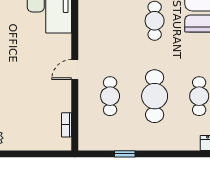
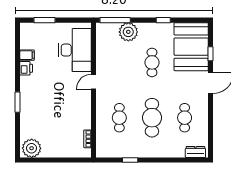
door: (75, 70) -> (93, 82), moved

